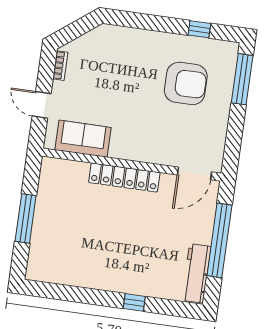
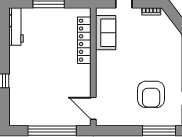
locker: (124, 177) -> (84, 40), moved
workbench: (196, 273) -> (16, 26), moved, turned 90

